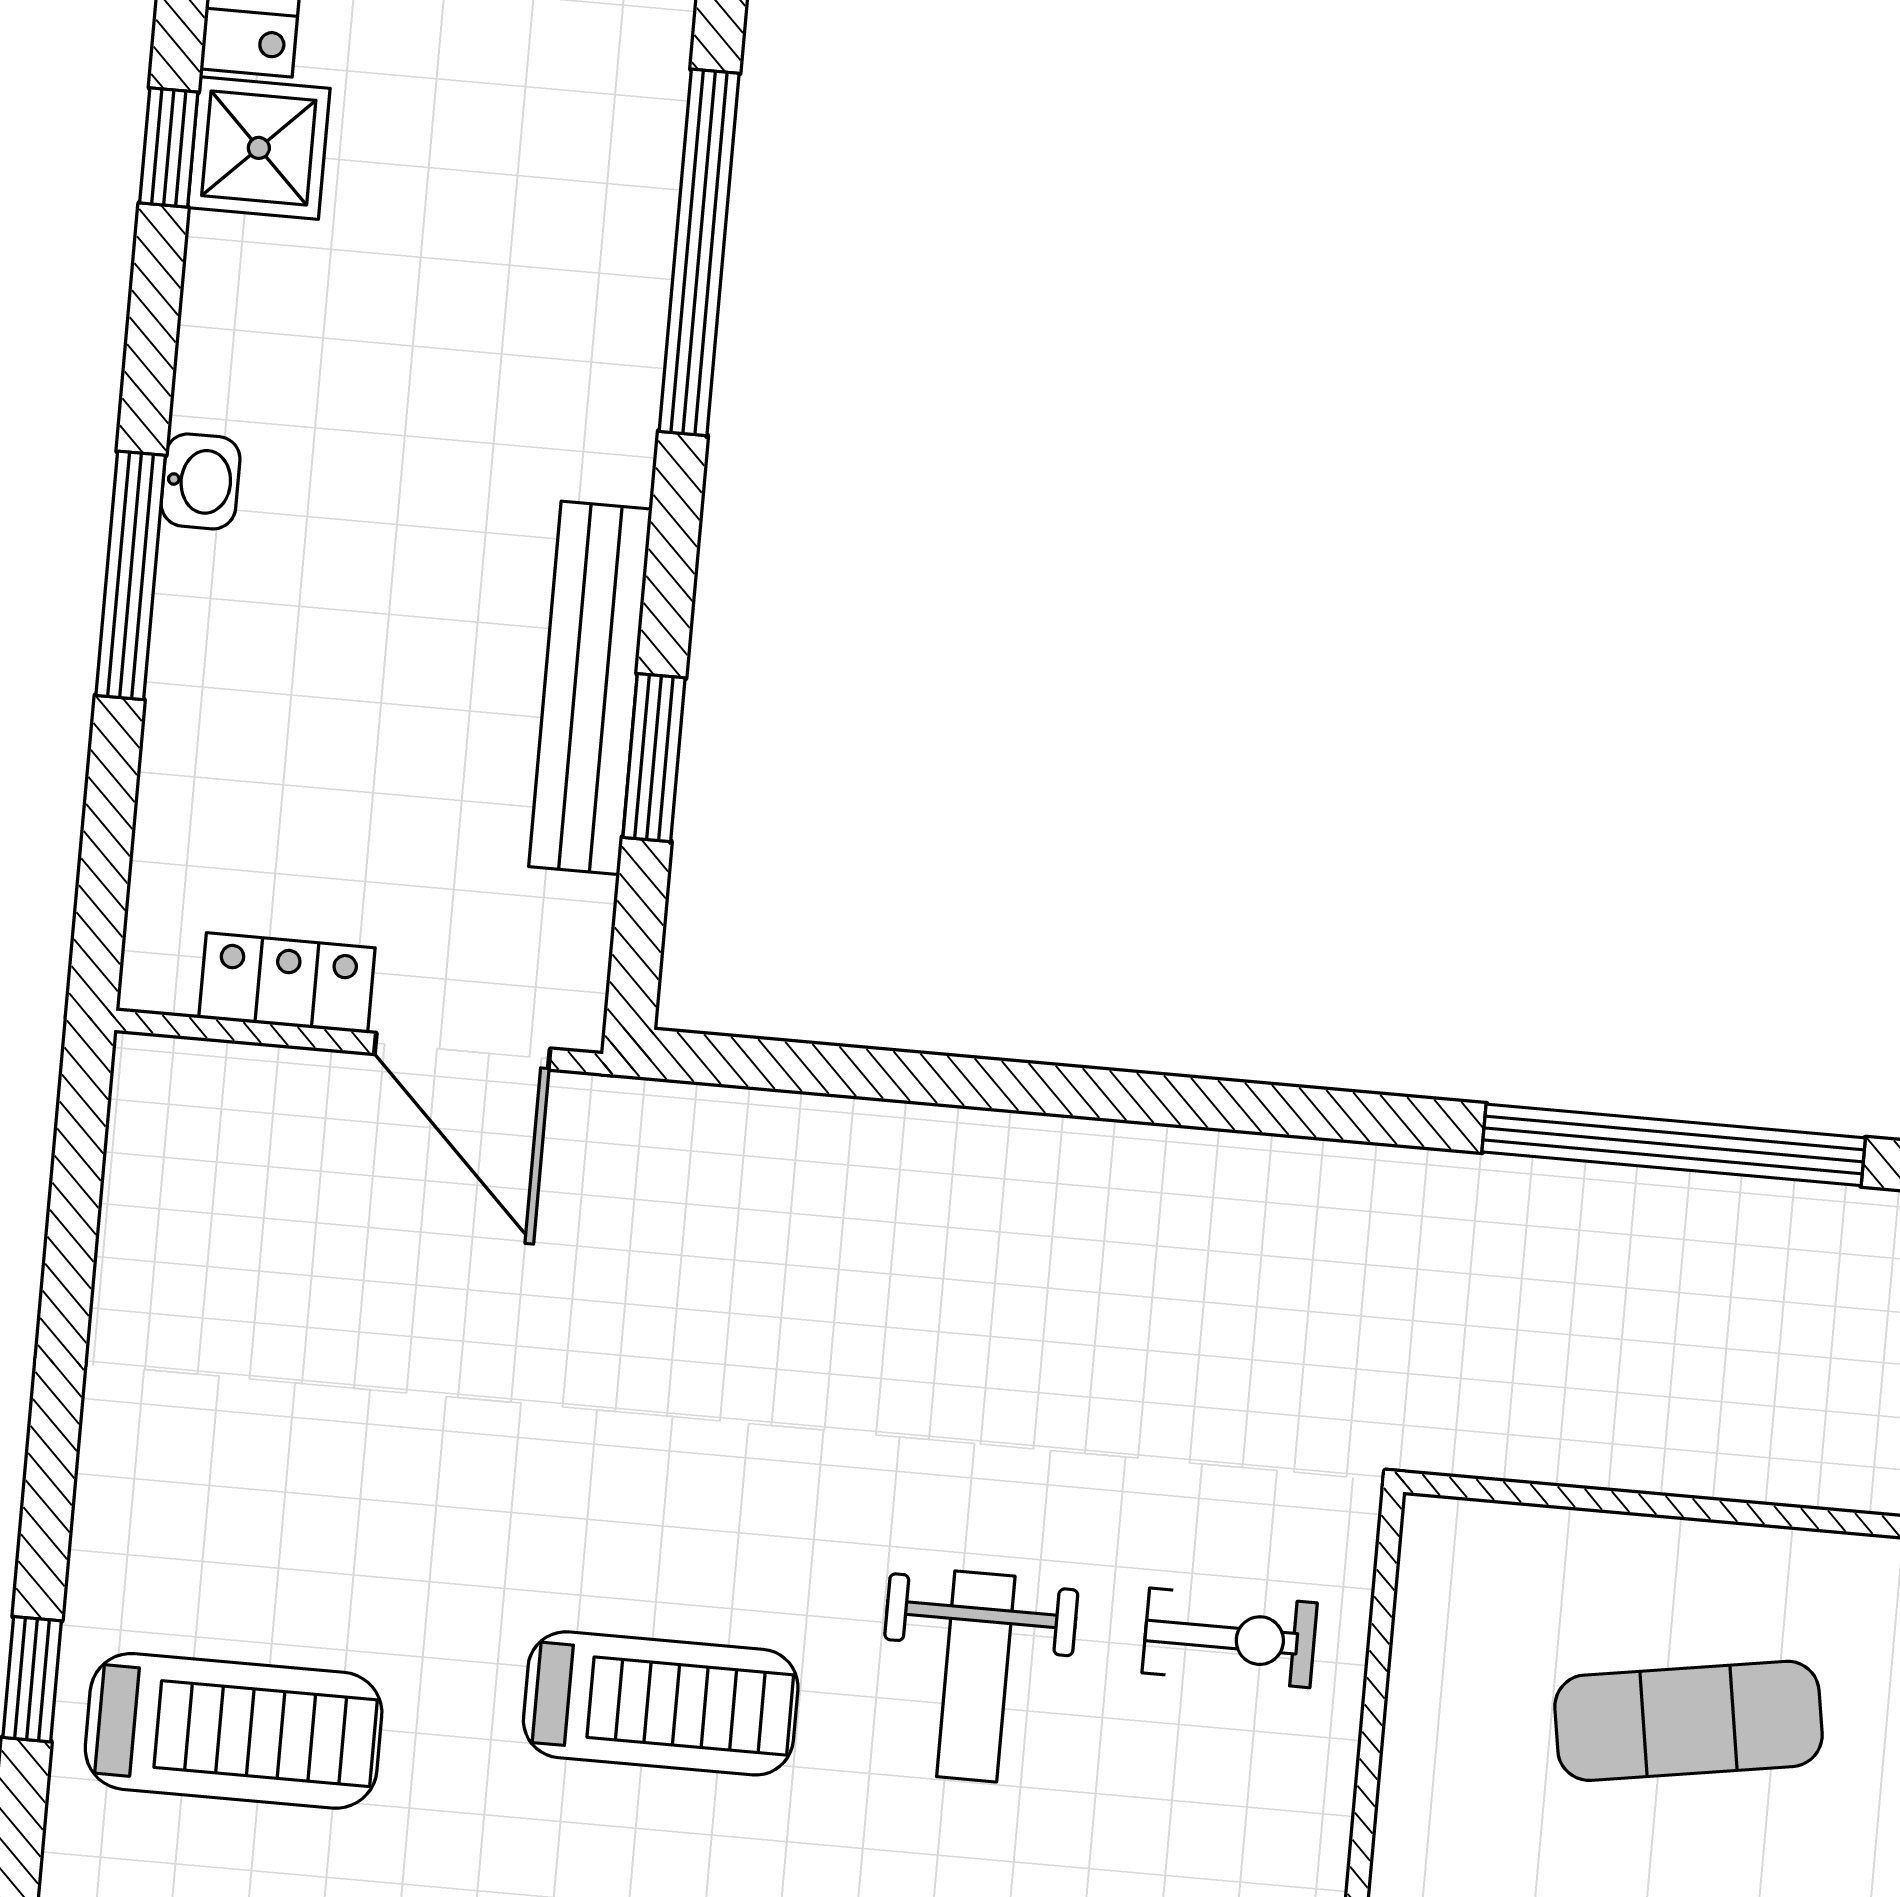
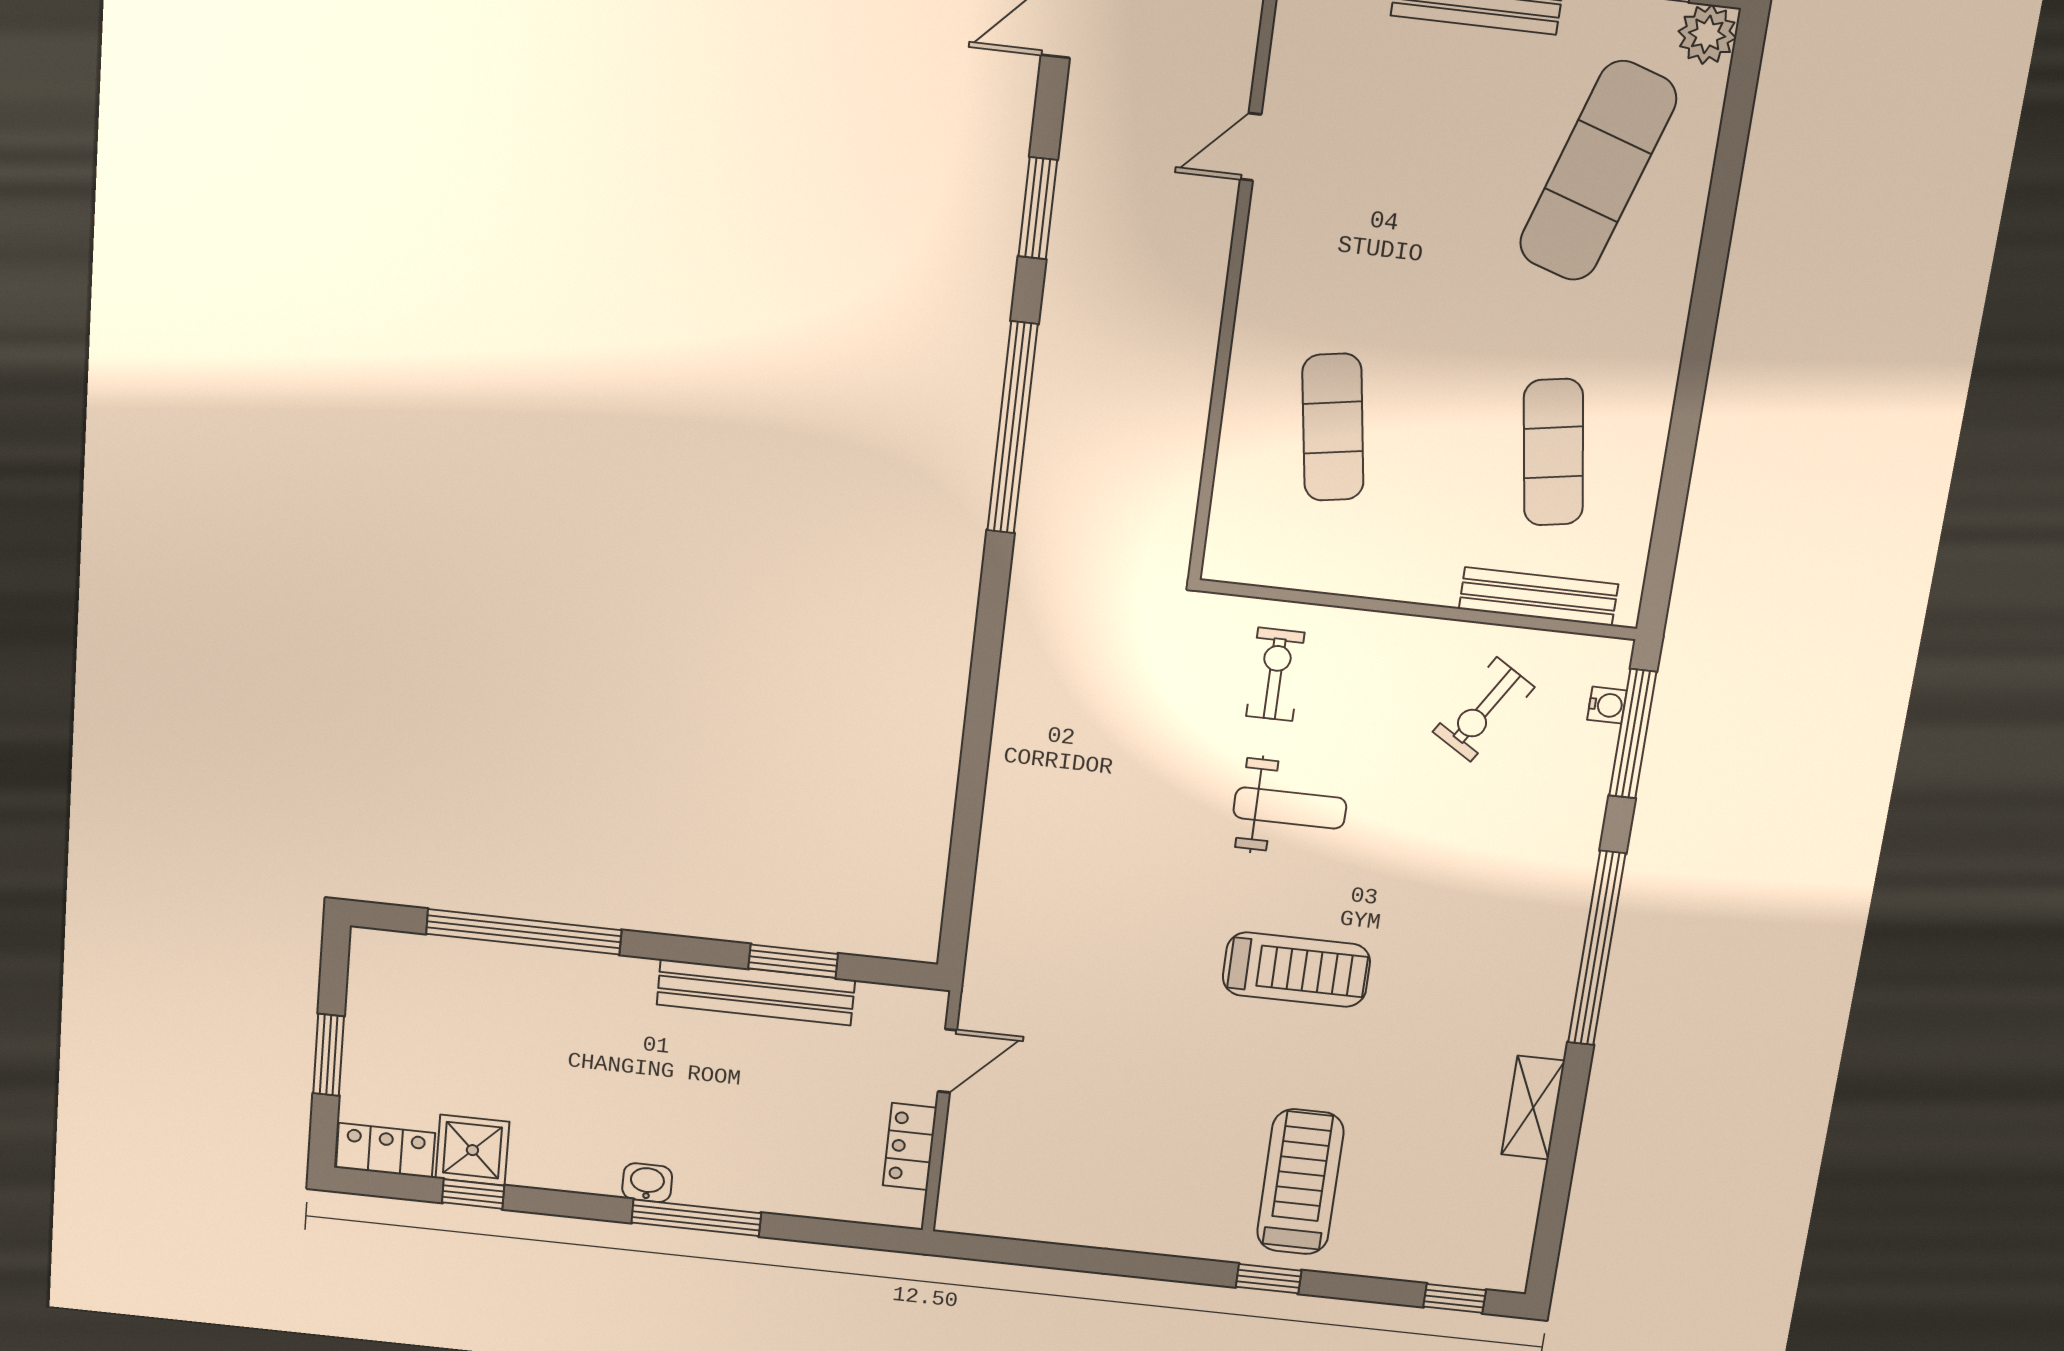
door: (462, 1051) -> (947, 1061), width x0.73
treadmill: (661, 1703) -> (1296, 970), turned 90

